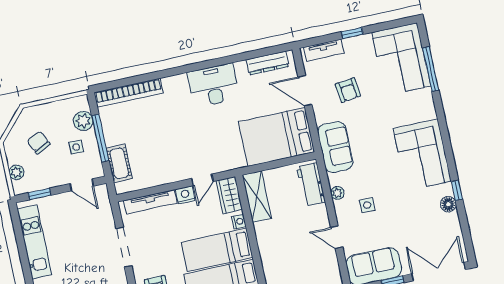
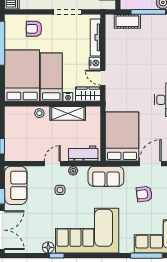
corner sofa: (422, 155) -> (87, 231), width x1.36, depth x1.36
shelving: (257, 197) -> (68, 113), moved
door: (337, 237) -> (52, 164), moved
stool: (269, 256) -> (39, 113), added

